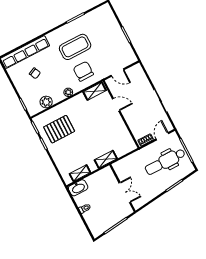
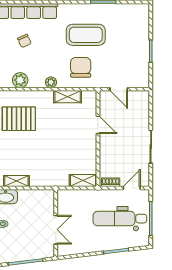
shelving: (95, 91) -> (68, 97), moved
shelving: (106, 159) -> (83, 181), moved

